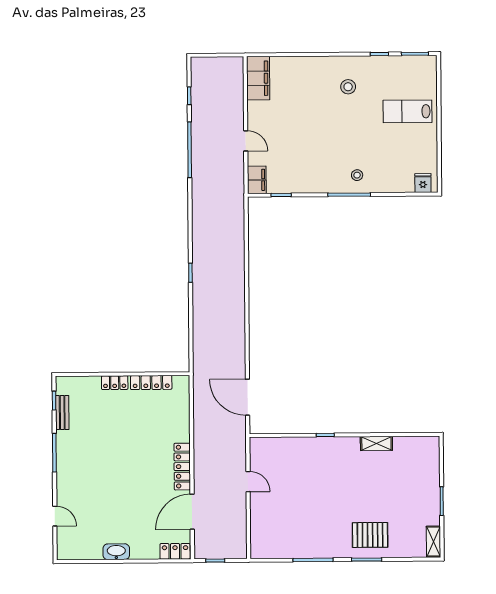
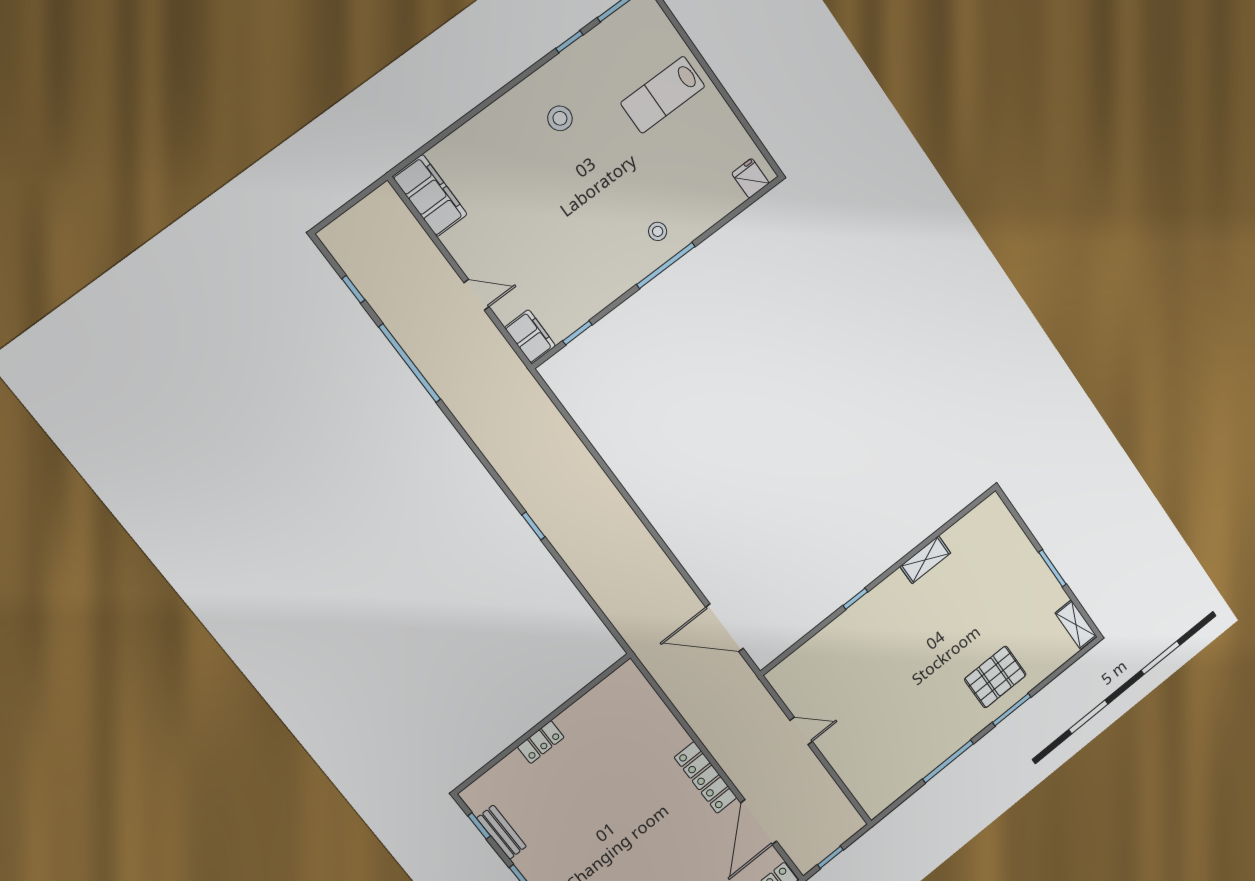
locker: (151, 383) -> (588, 705), removed

